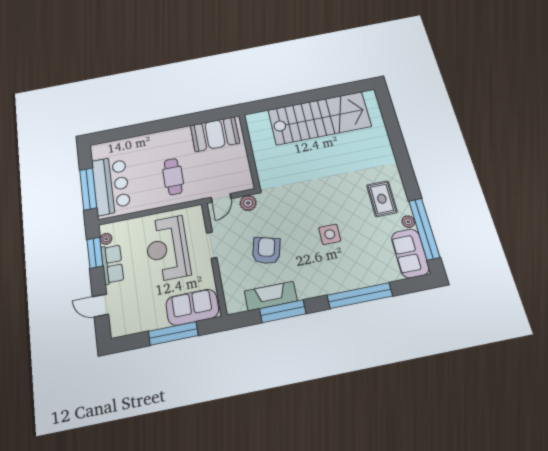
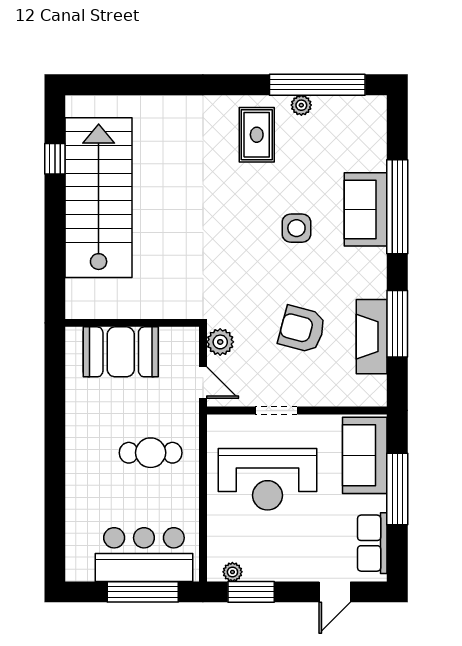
window: (336, 91) -> (55, 159), added
booth: (215, 134) -> (121, 352), moved, turned 90
rug: (382, 199) -> (257, 135), turned 90
sofa: (410, 253) -> (366, 209), moved, turned 90
row of seats: (112, 264) -> (372, 543), moved, turned -90

